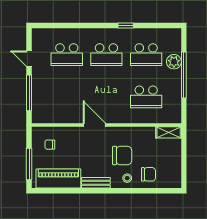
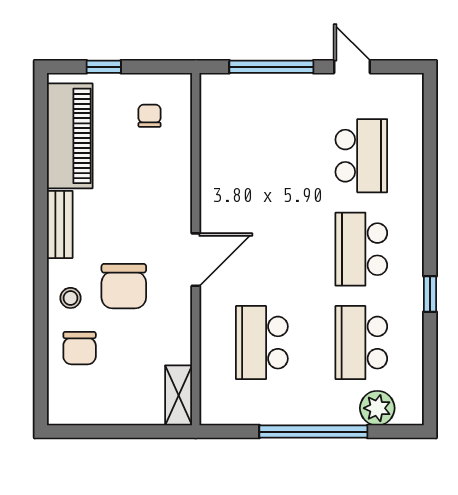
school desk: (67, 55) -> (361, 156), turned 180
door: (29, 59) -> (352, 67), hinge flipped
plant: (174, 62) -> (377, 408), moved
door: (94, 125) -> (196, 260), moved
window: (29, 164) -> (104, 67), width x0.46

